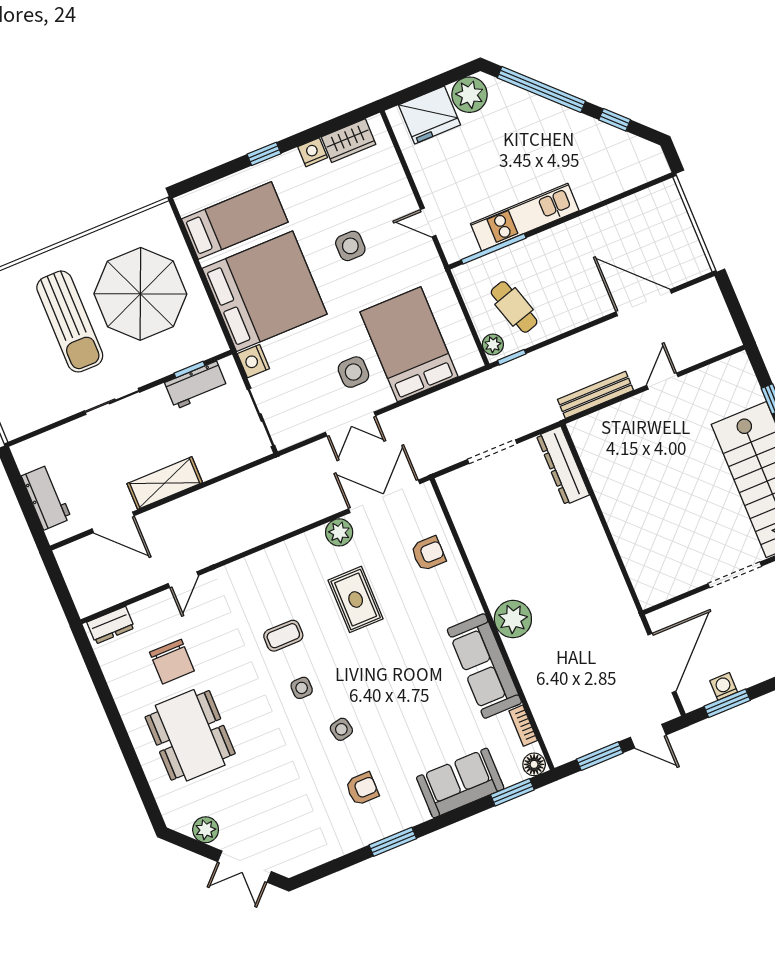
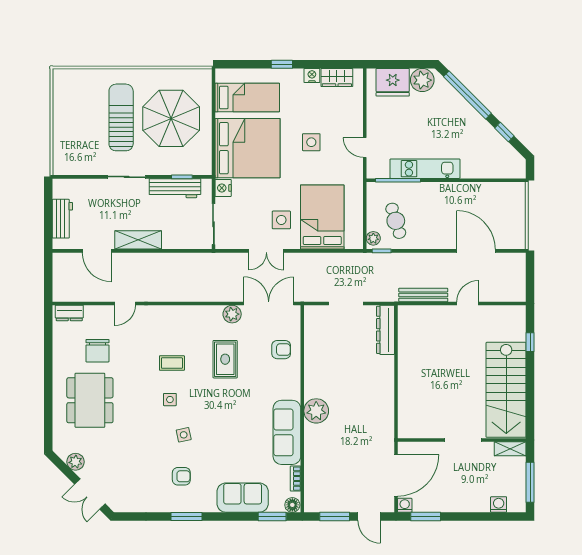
sun lounger: (70, 322) -> (121, 117), turned 180
workbench: (196, 385) -> (175, 188), width x1.38
washing machine: (724, 686) -> (405, 505), moved

